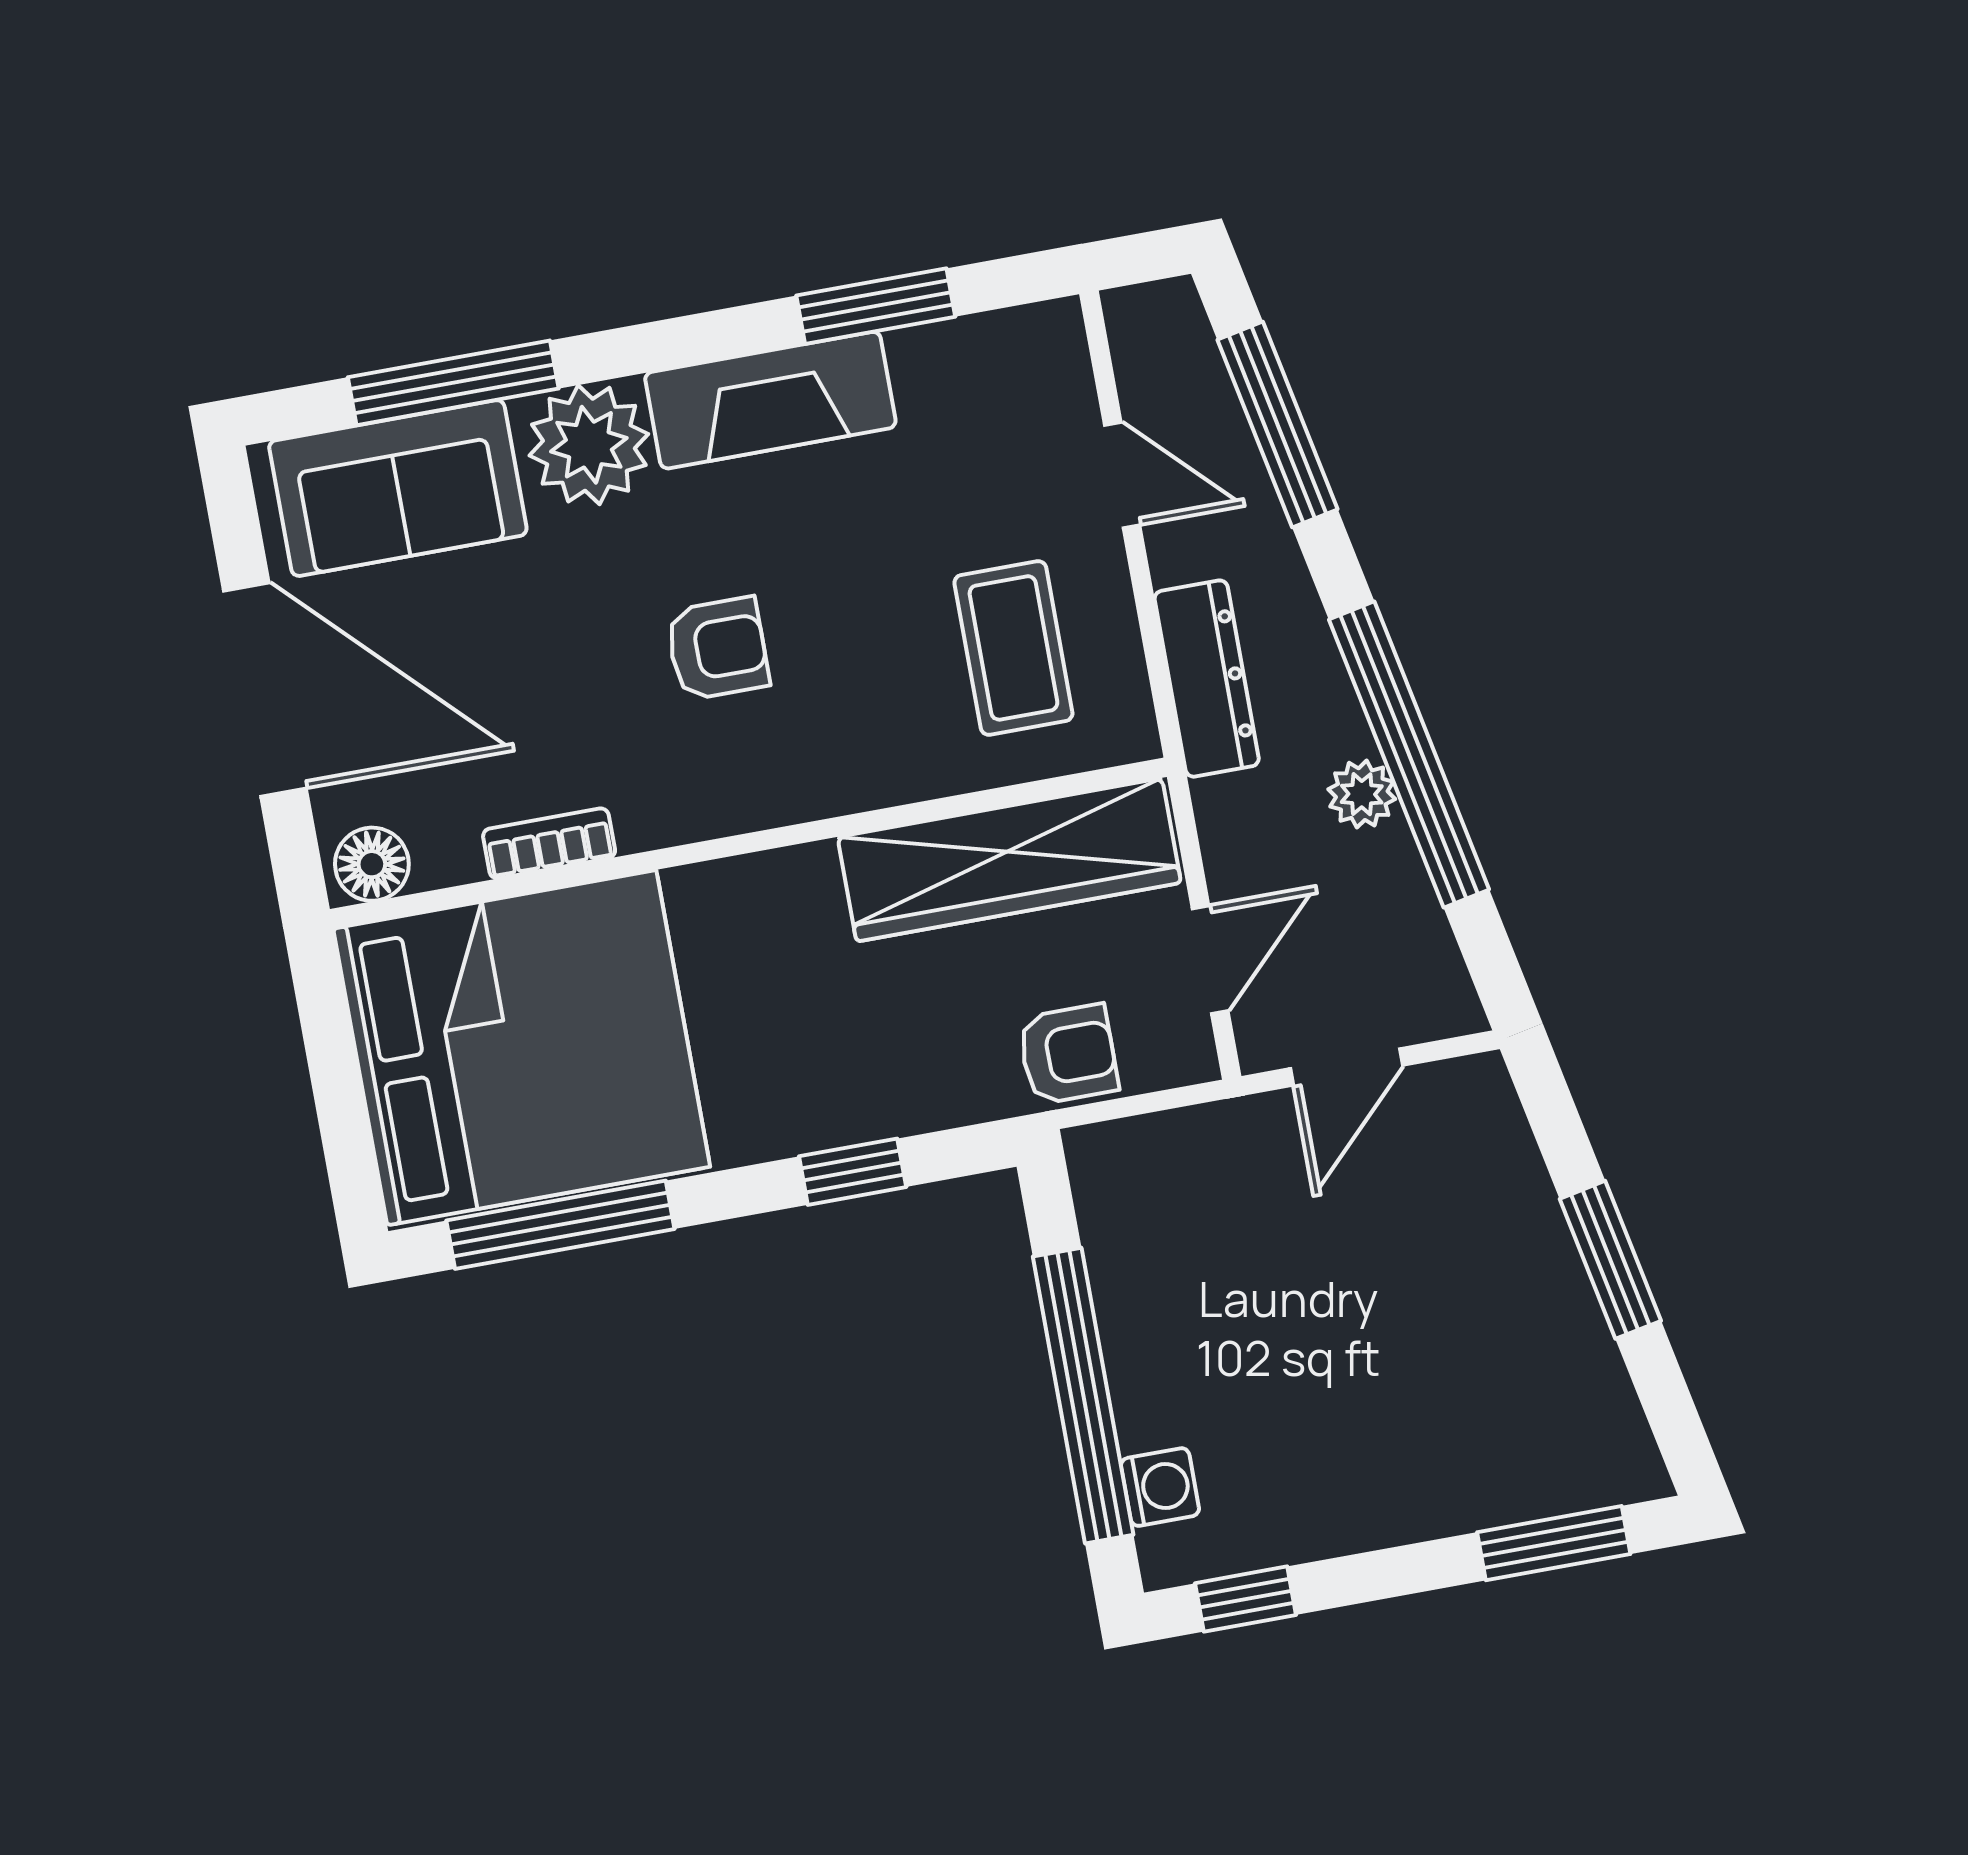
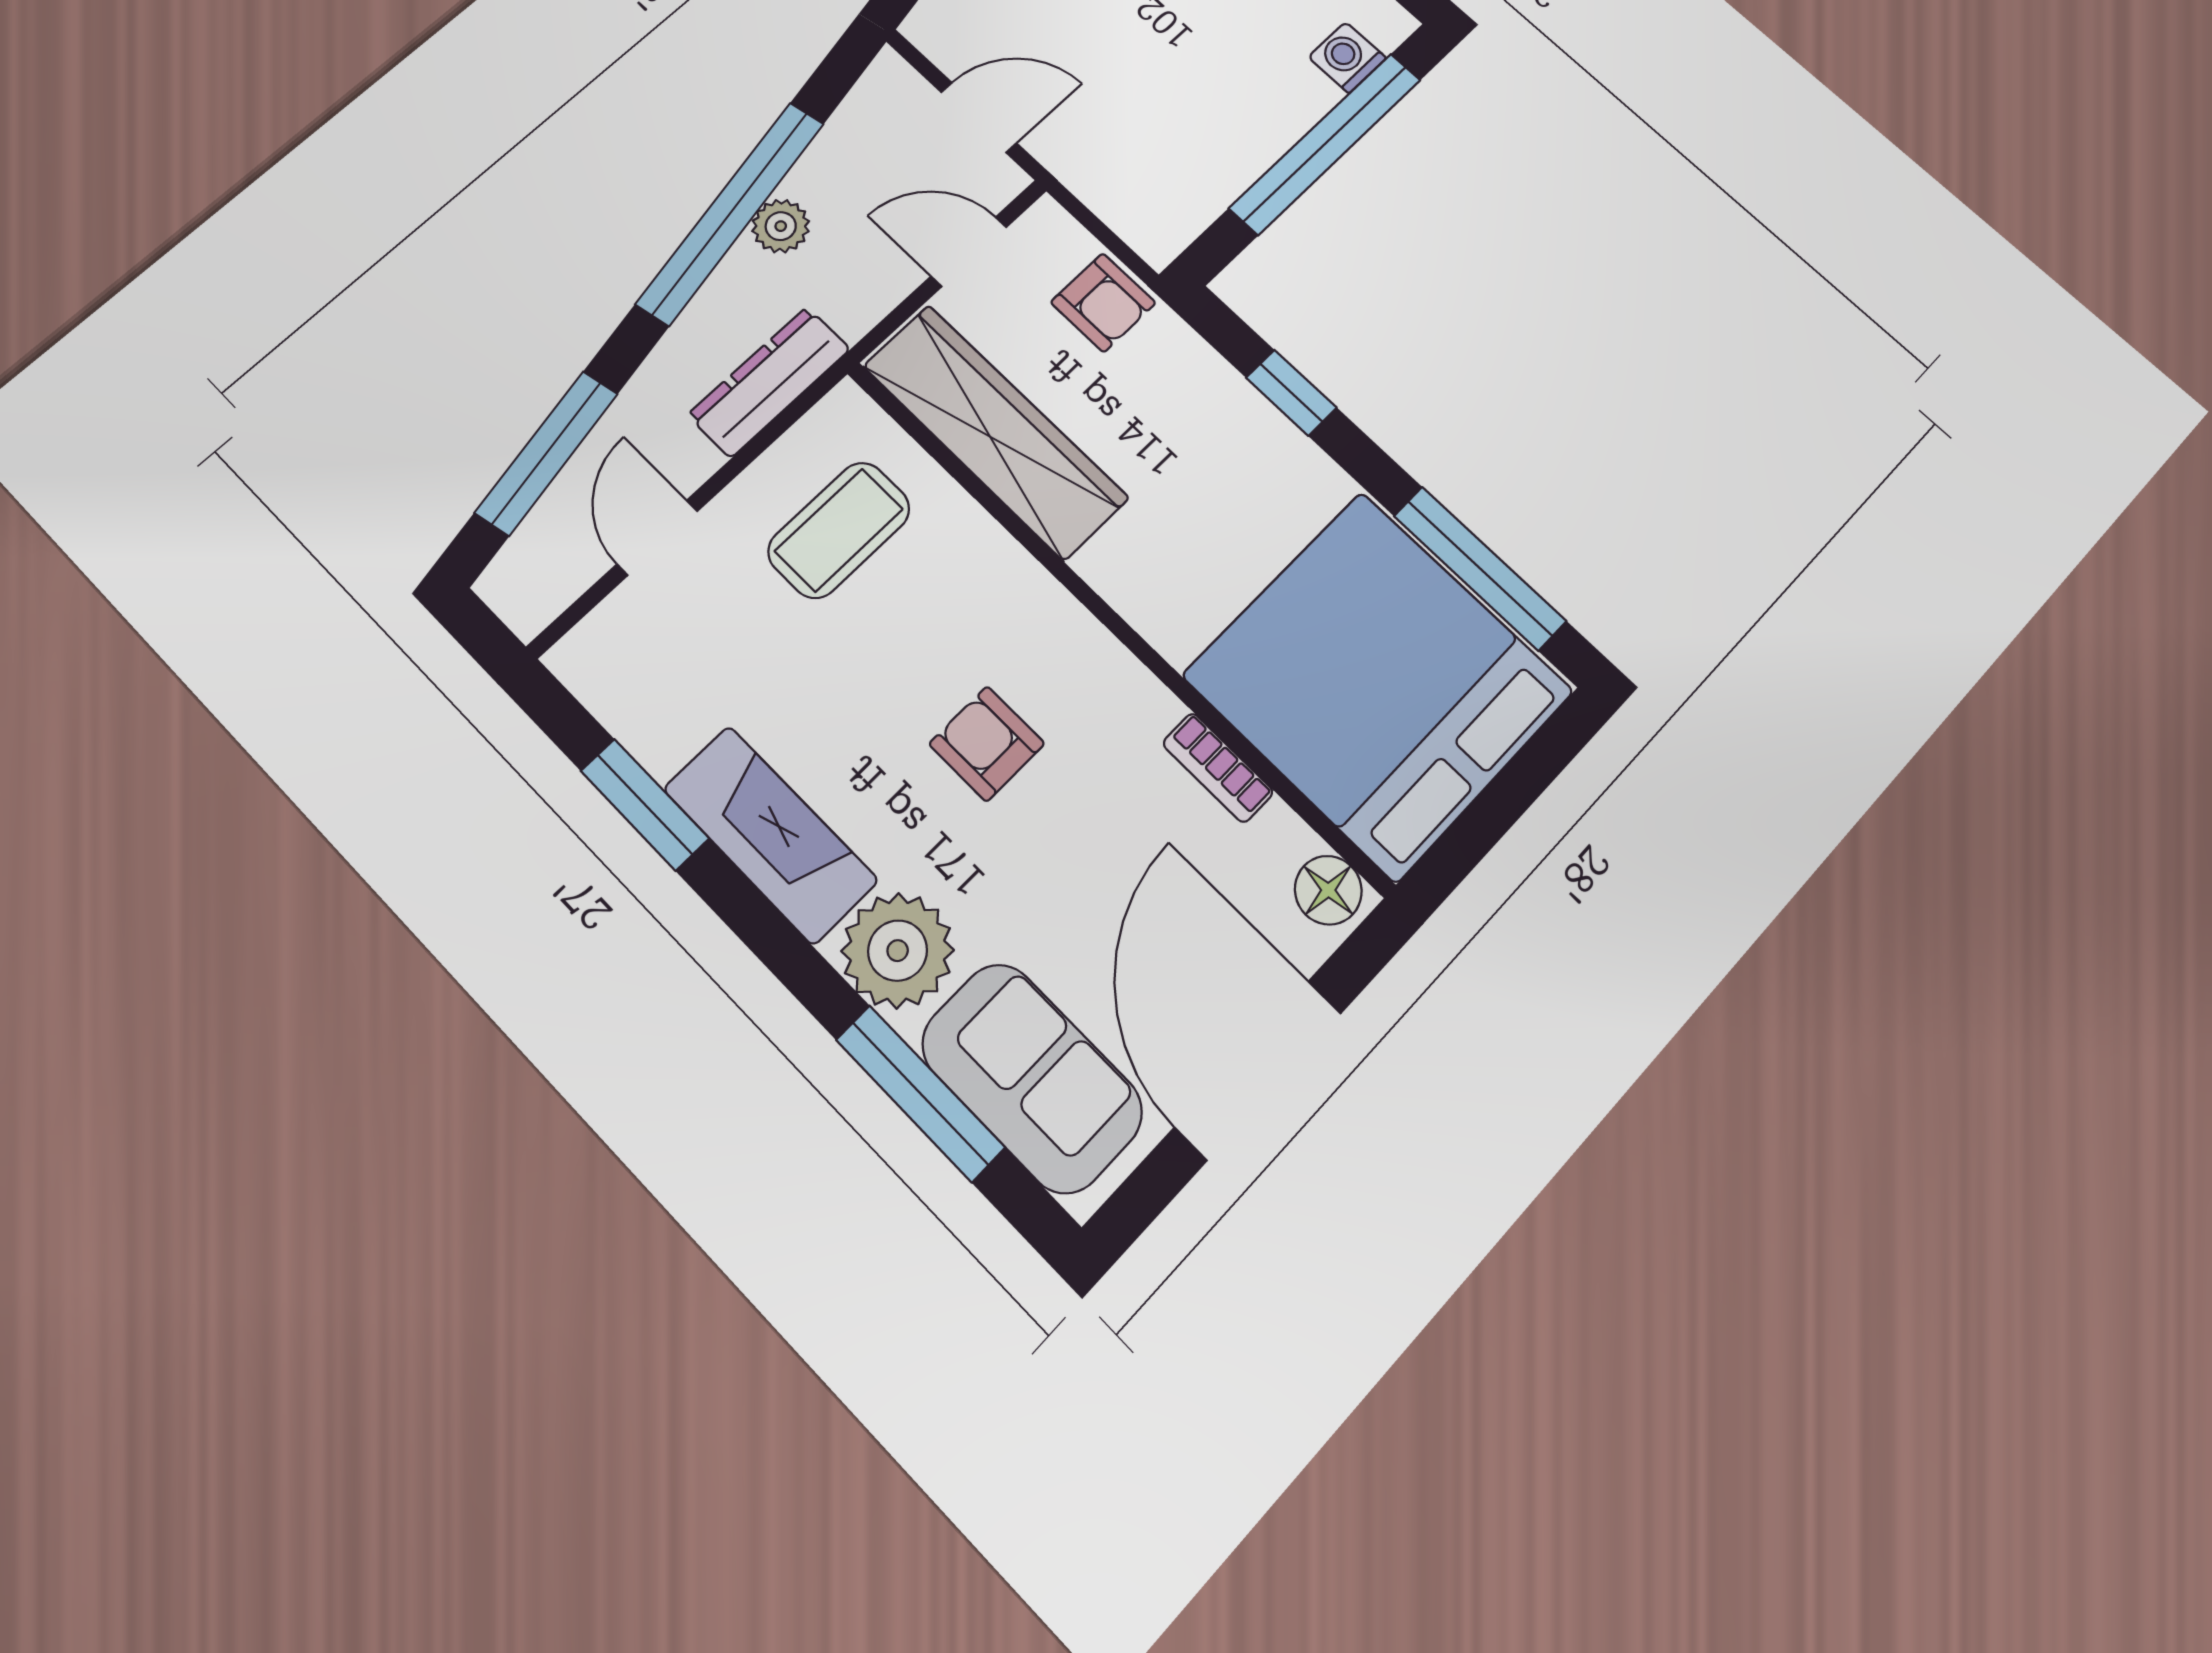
armchair: (1068, 1054) -> (1103, 303), turned 180

